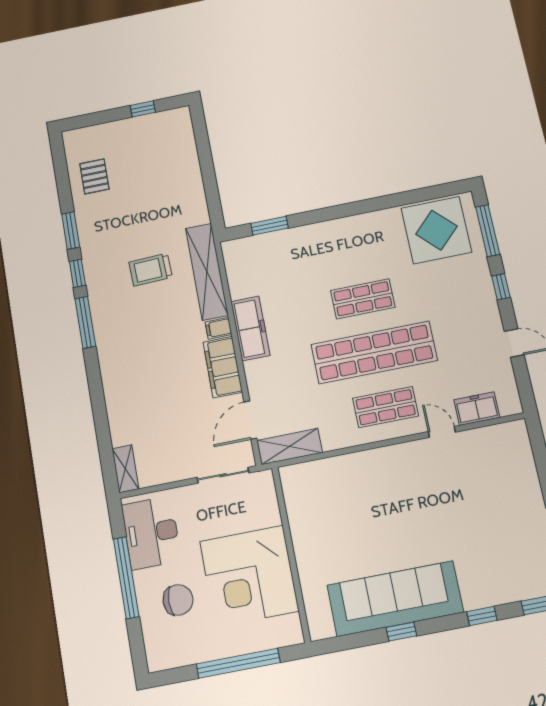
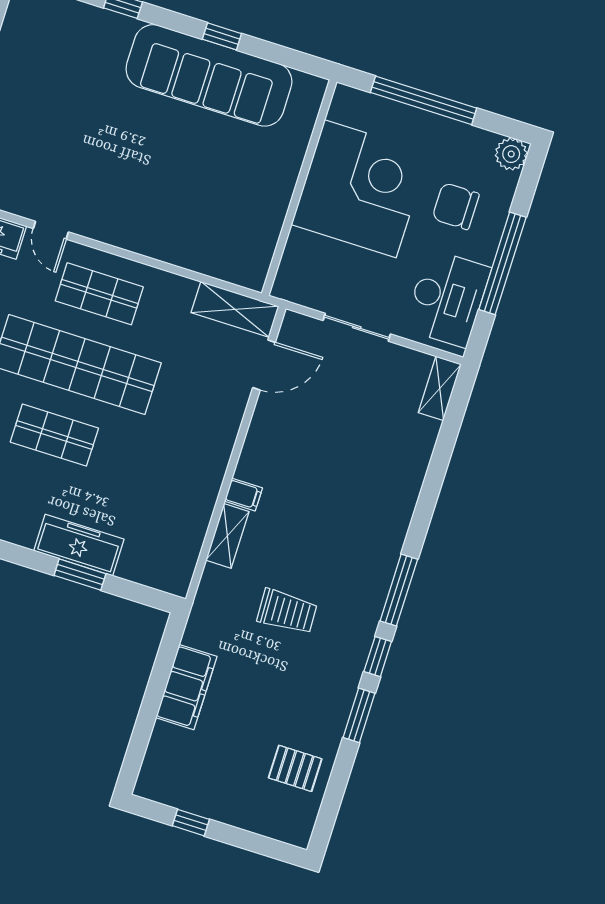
pallet: (94, 176) -> (295, 768), turned 90
window: (269, 226) -> (80, 575), moved
shelving: (207, 272) -> (227, 536), width x0.45, depth x0.75
freezer: (250, 328) -> (79, 545), moved, turned 90
filing cabinet: (223, 367) -> (186, 687), moved
sliding door: (223, 475) -> (357, 327), moved
plant: (158, 658) -> (511, 154), added

